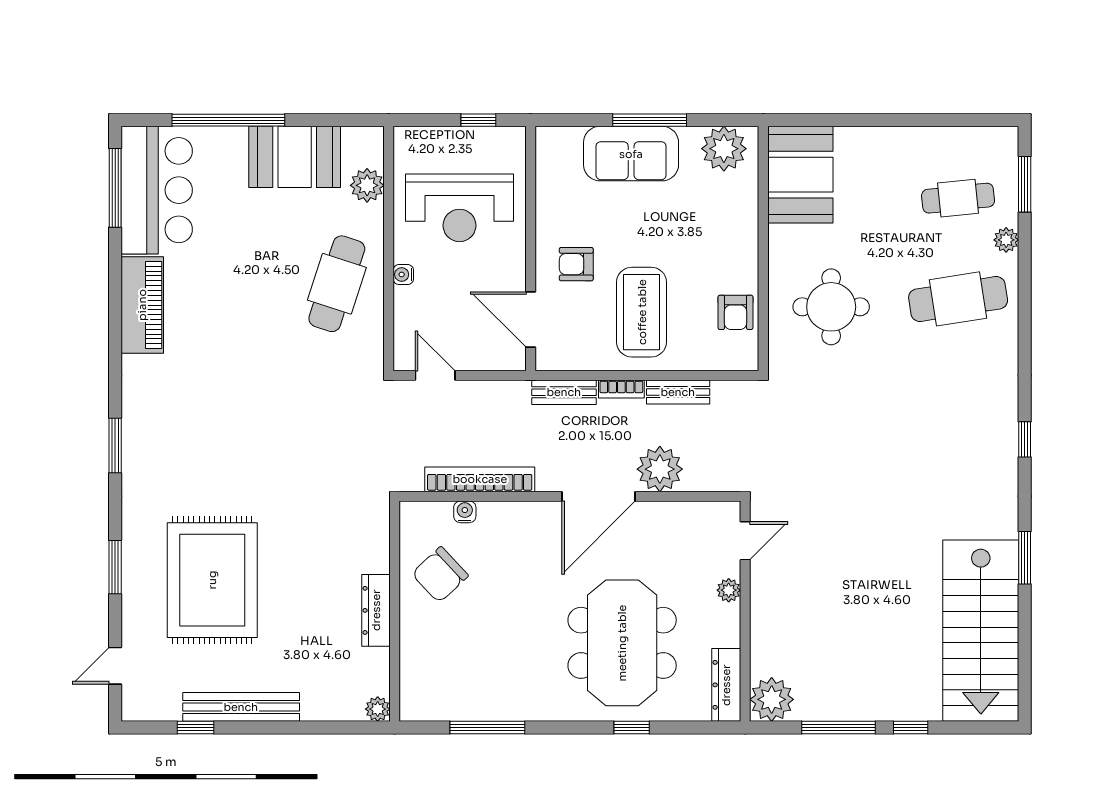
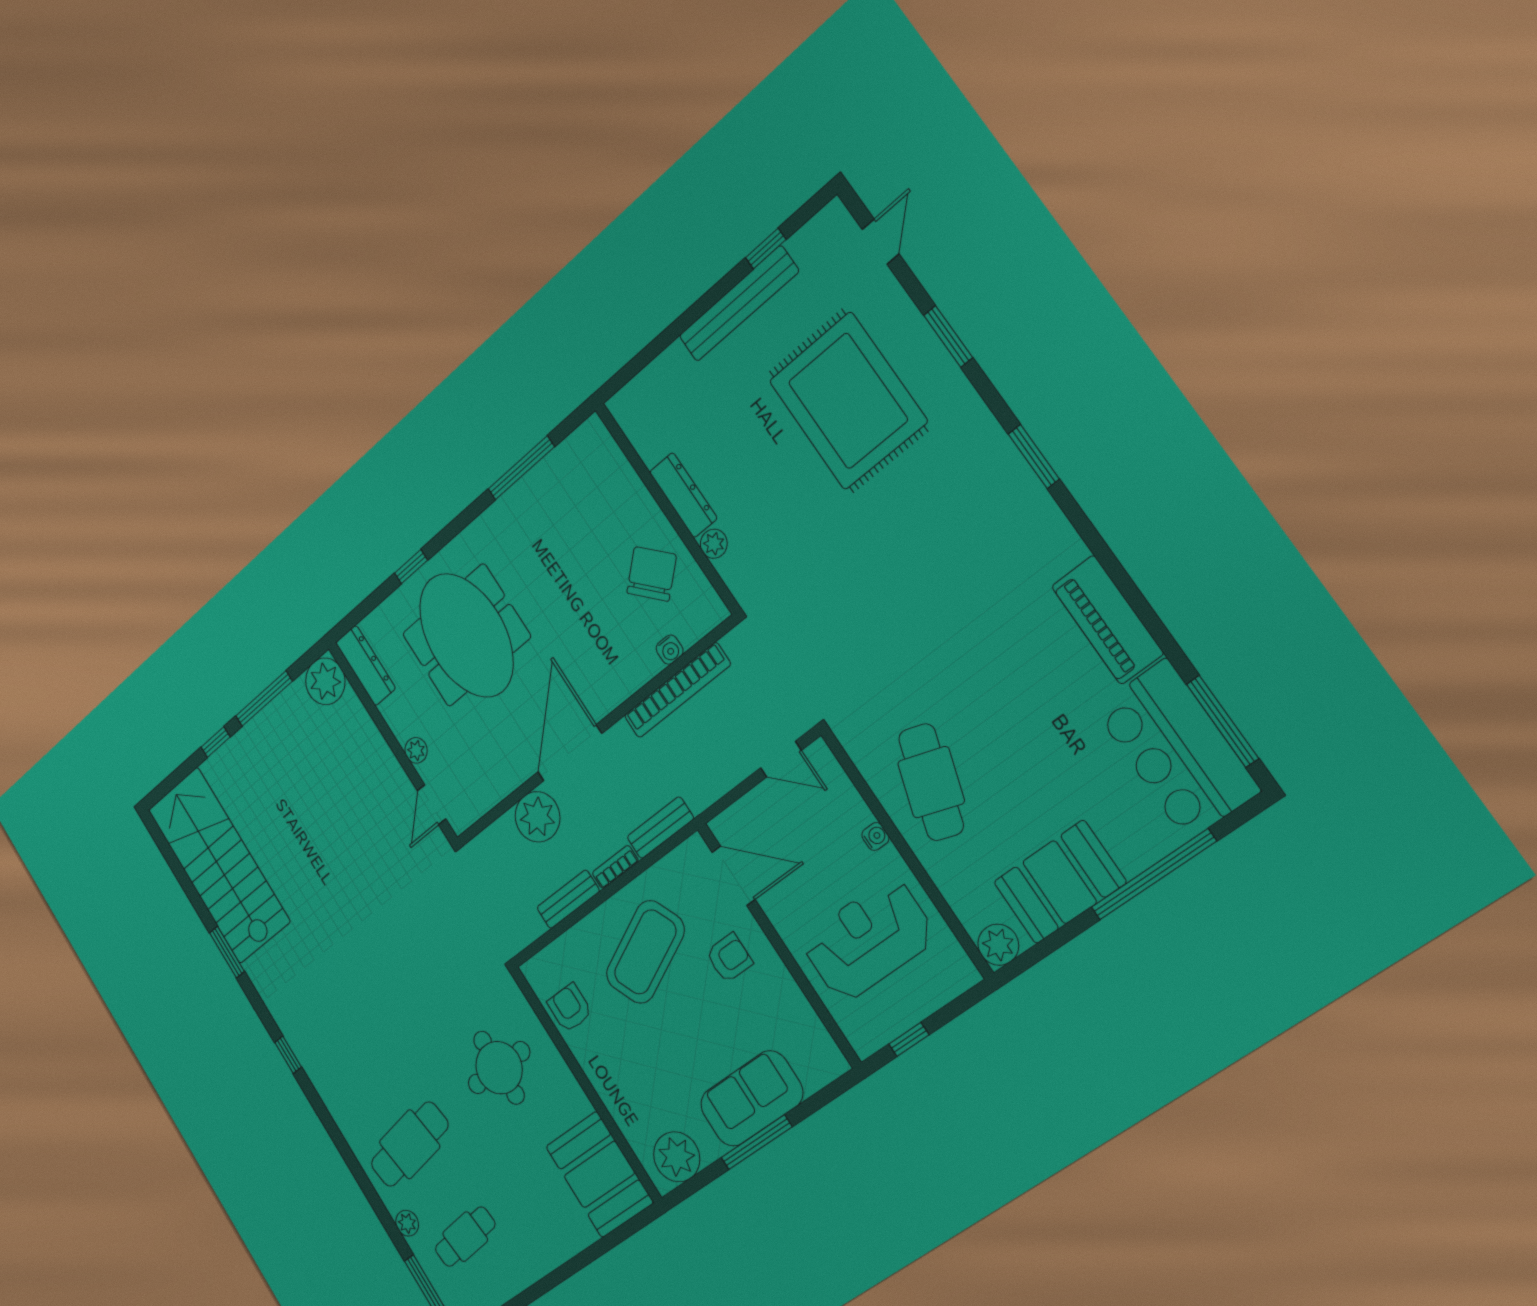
plant: (367, 185) -> (998, 945), moved
coffee table: (642, 312) -> (645, 952), turned 65
plant: (378, 709) -> (714, 544), moved

